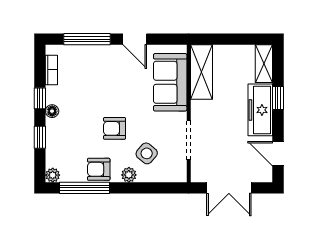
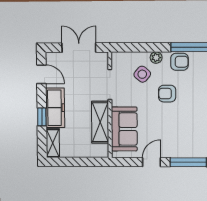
door: (135, 39) -> (151, 162), hinge flipped
shelving: (201, 72) -> (100, 122), moved
armchair: (114, 128) -> (167, 94), turned 180

